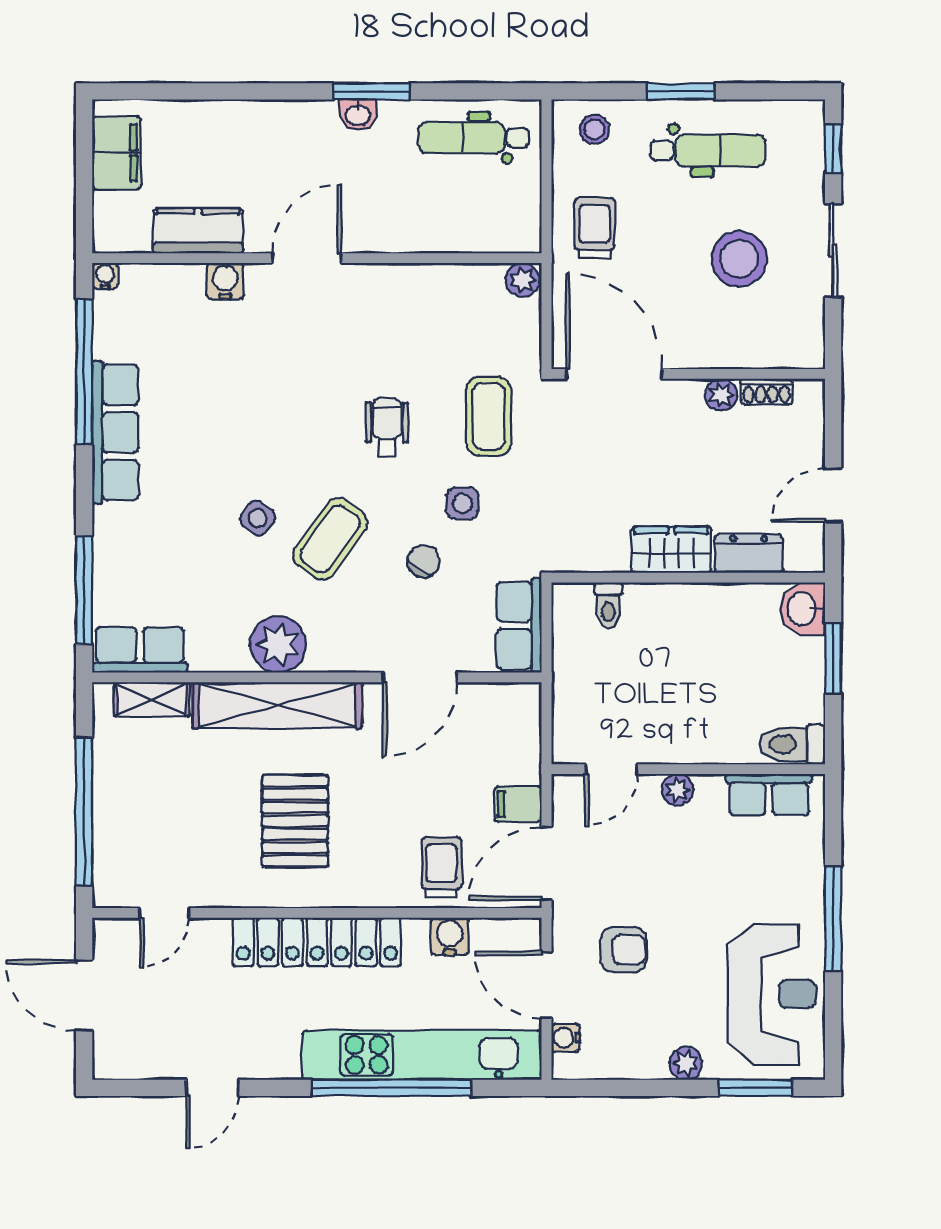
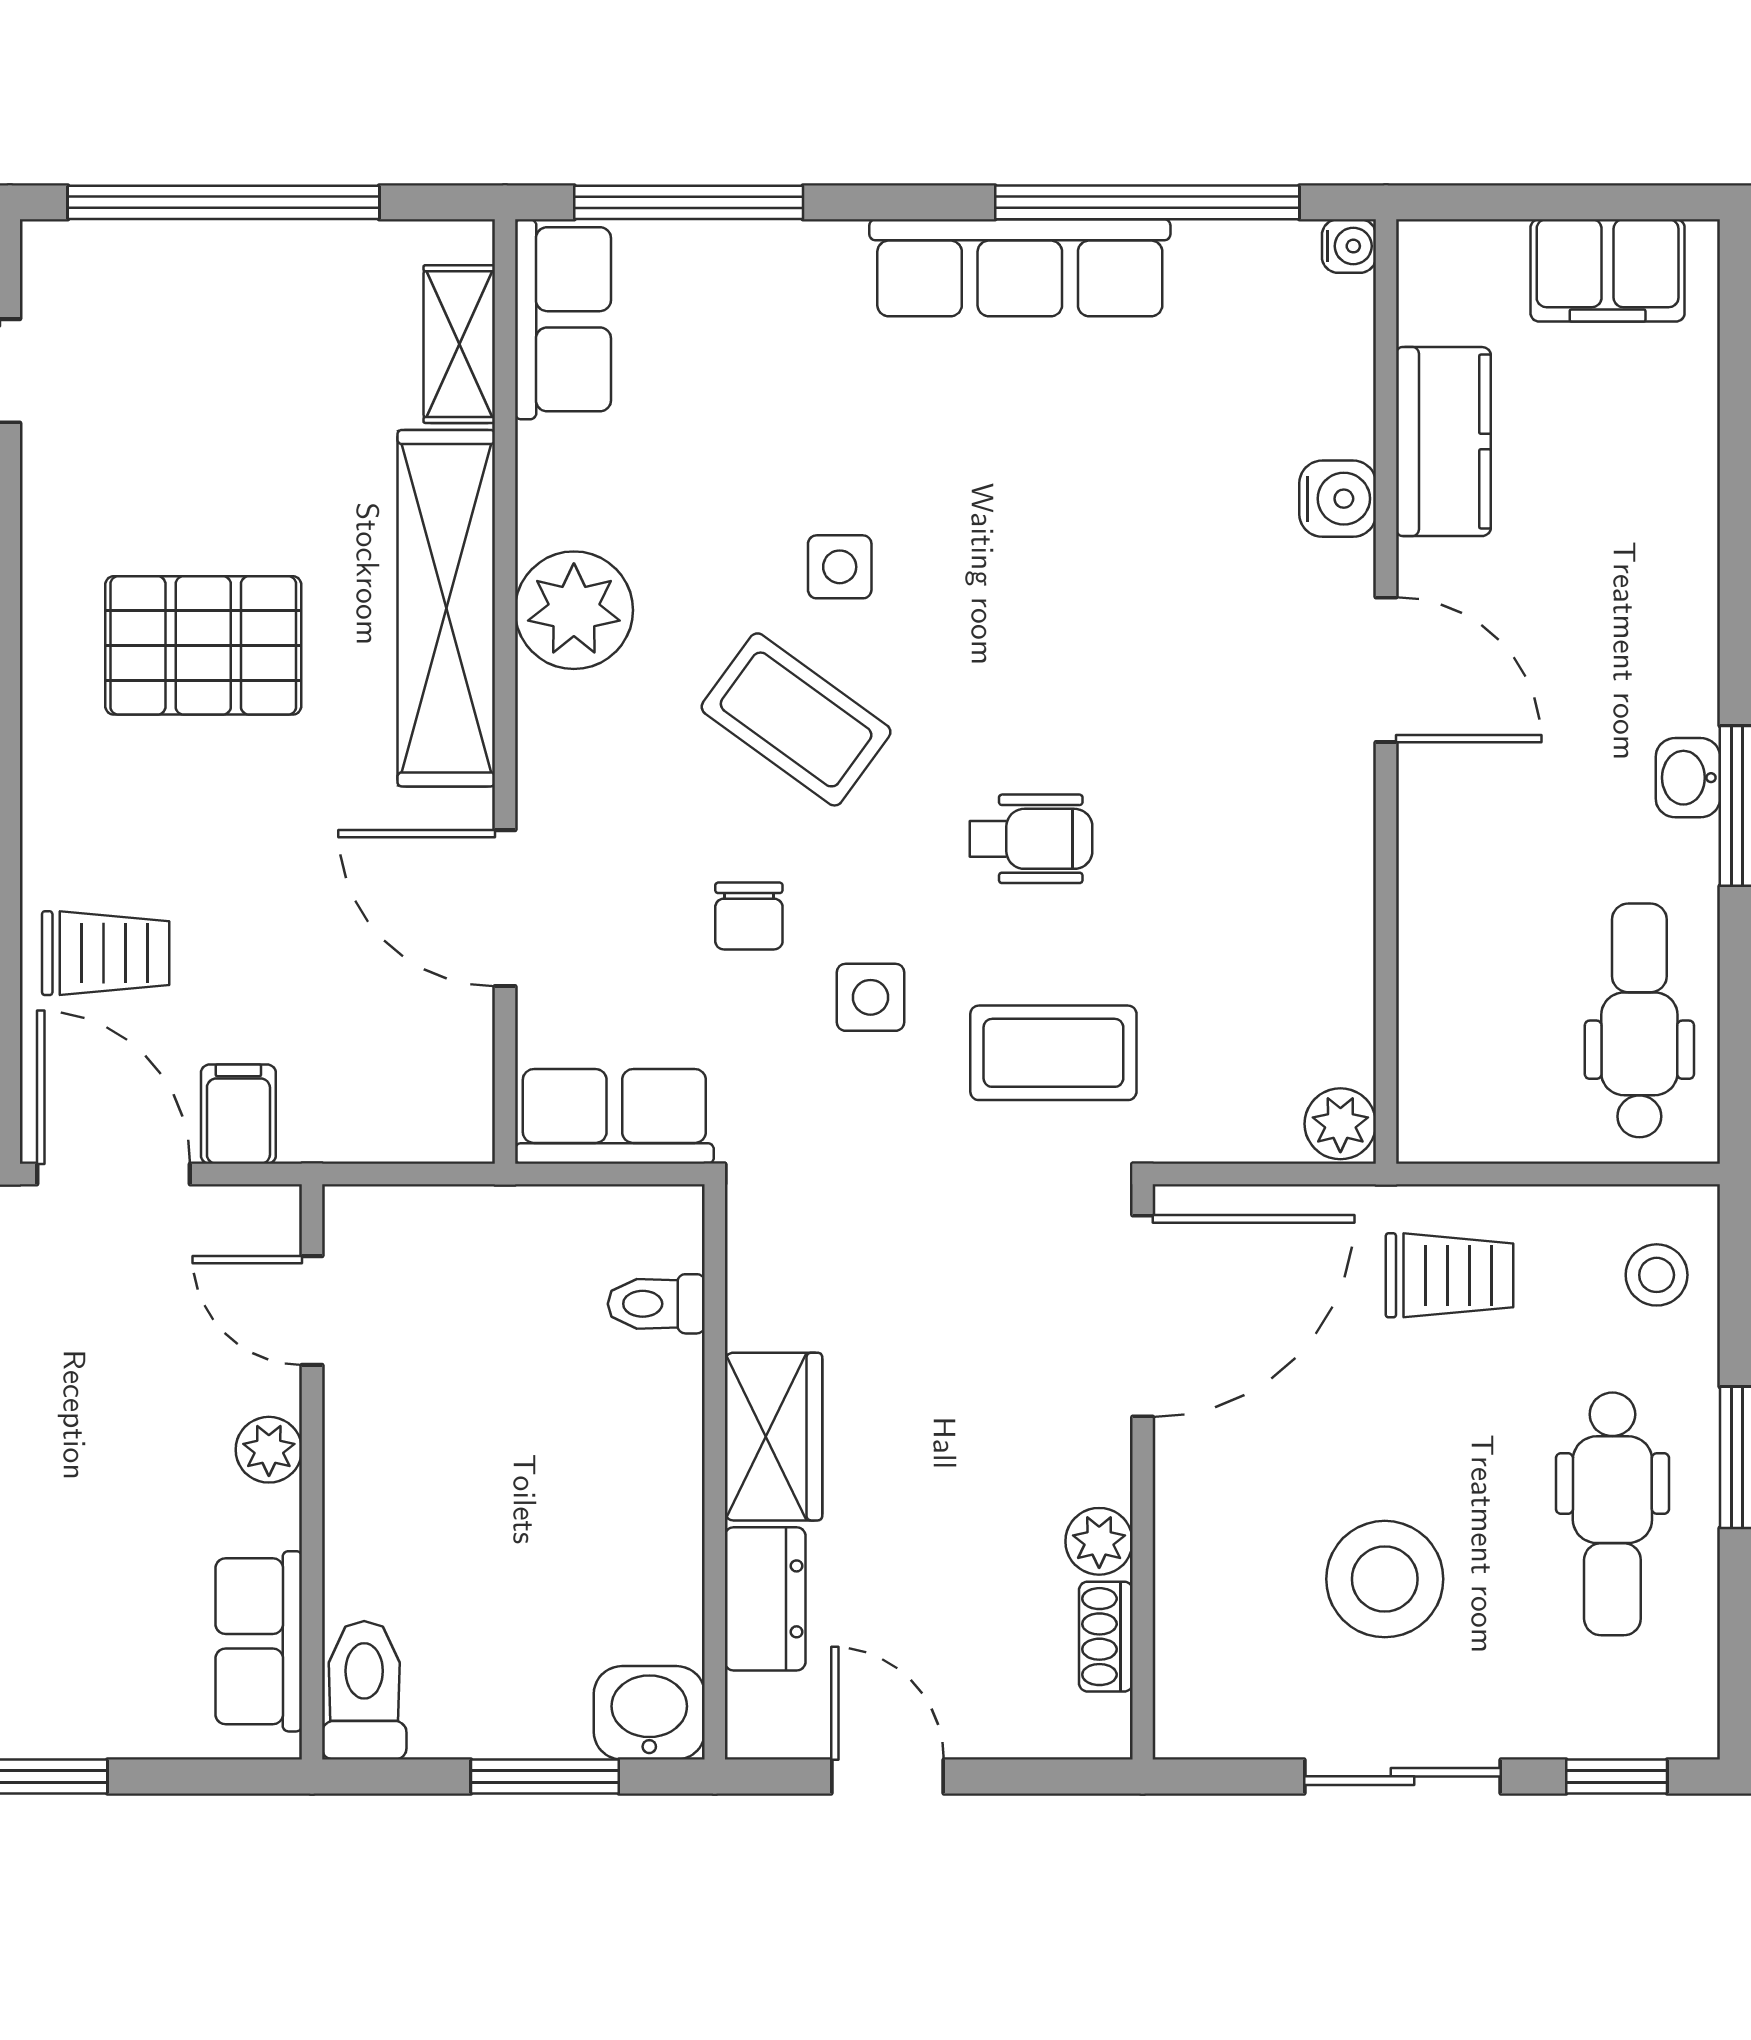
side table: (258, 518) -> (840, 567), turned -36
chair: (424, 561) -> (749, 916), turned 56

